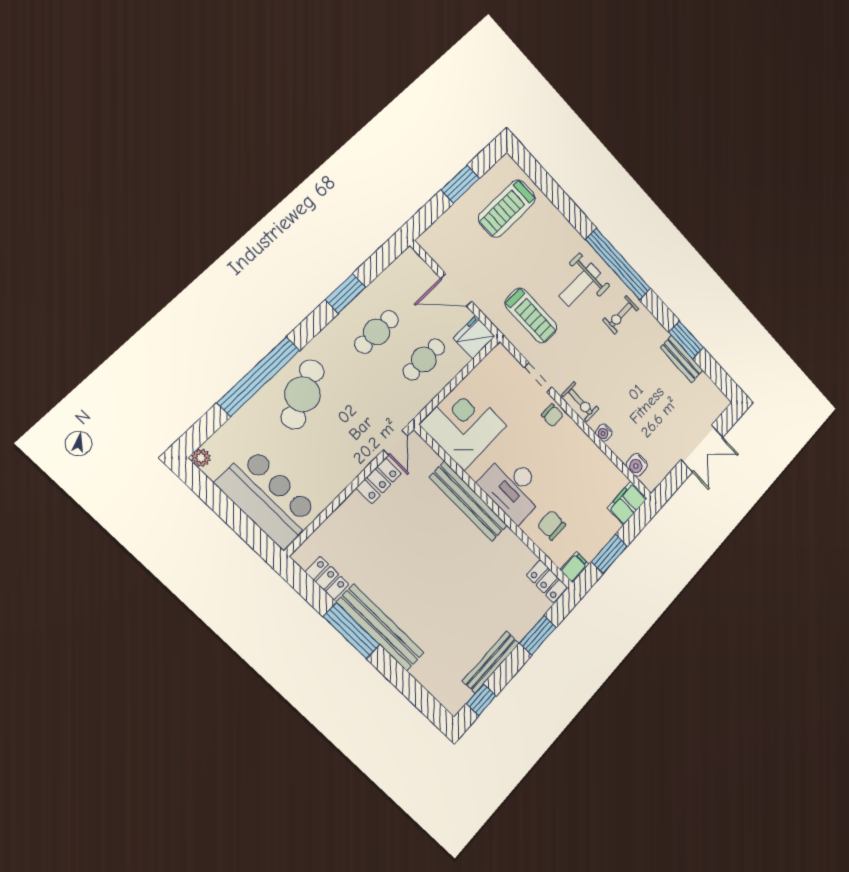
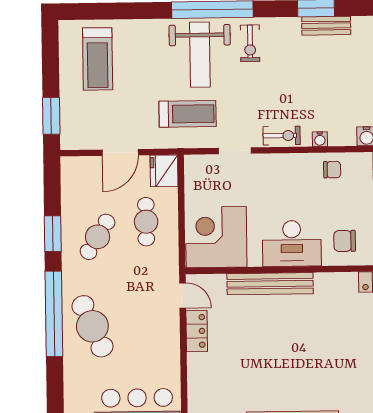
window: (460, 184) -> (51, 116), moved
weight bench: (580, 285) -> (200, 55), width x1.36, depth x1.33
cafe table: (377, 332) -> (98, 237), turned 32
window: (259, 376) -> (54, 314), moved
chair: (552, 415) -> (332, 170), moved

